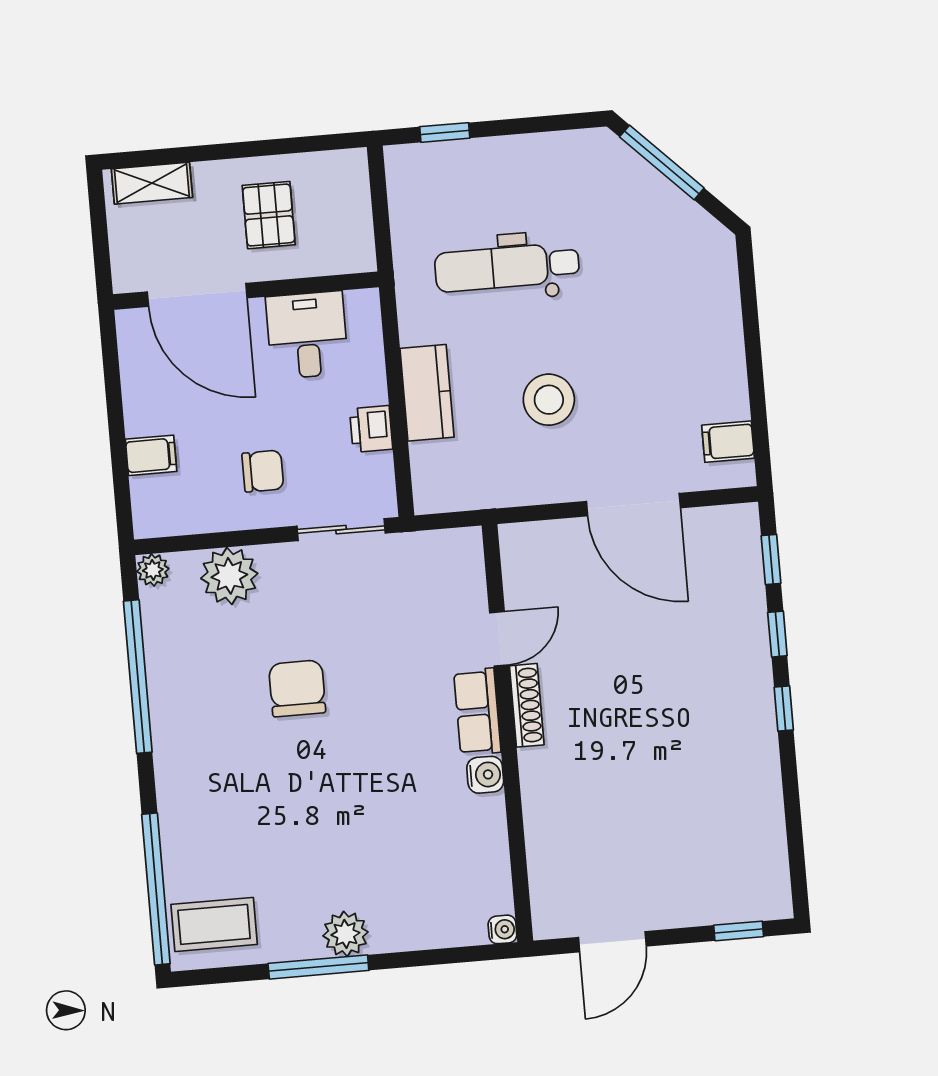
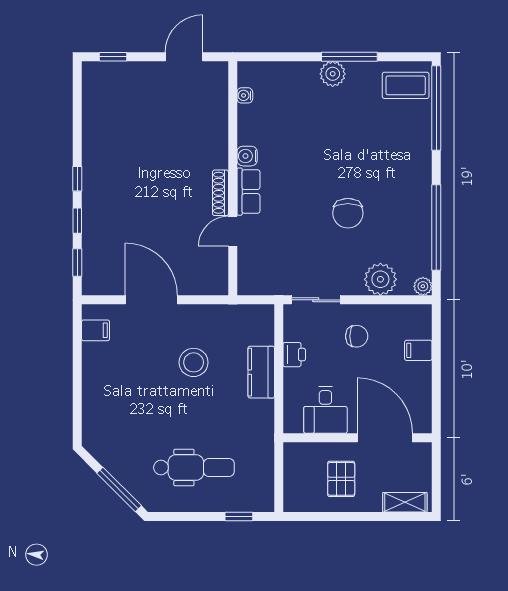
dental chair: (507, 267) -> (194, 468), moved
chair: (263, 471) -> (357, 336), turned 180
water cooler: (502, 929) -> (245, 95), moved

